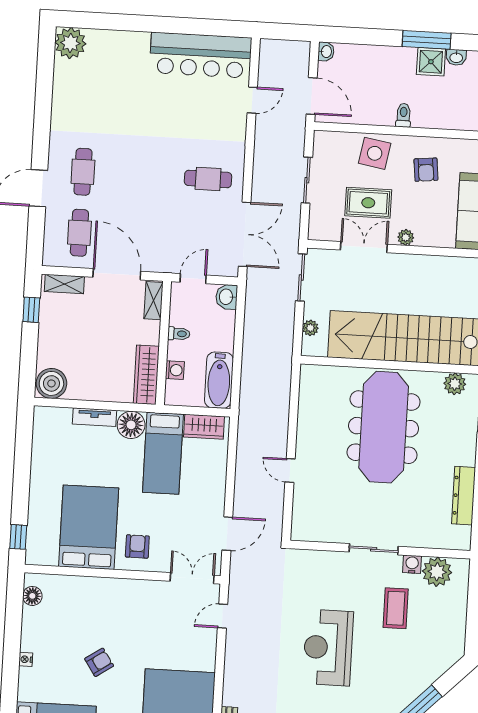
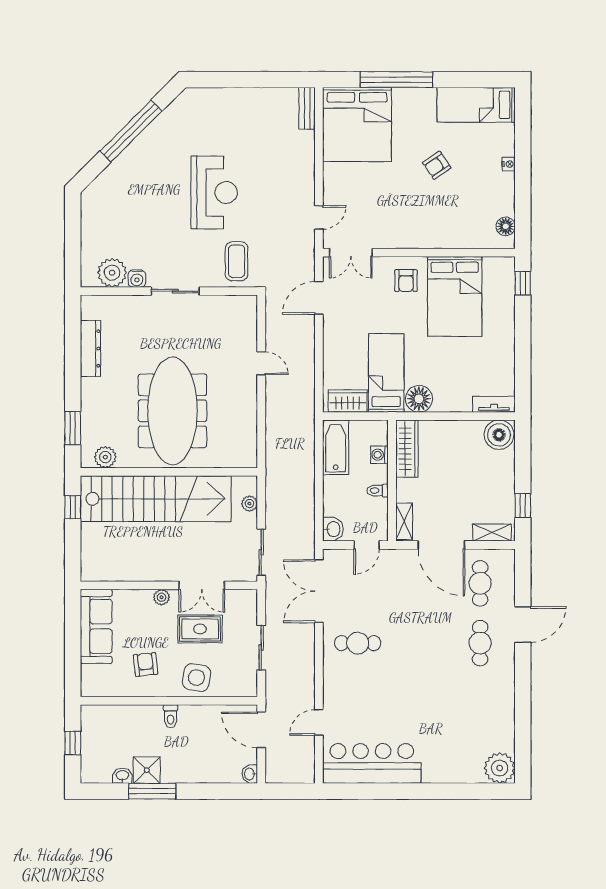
tv unit: (94, 417) -> (494, 404), moved
coffee table: (396, 608) -> (237, 261), moved

